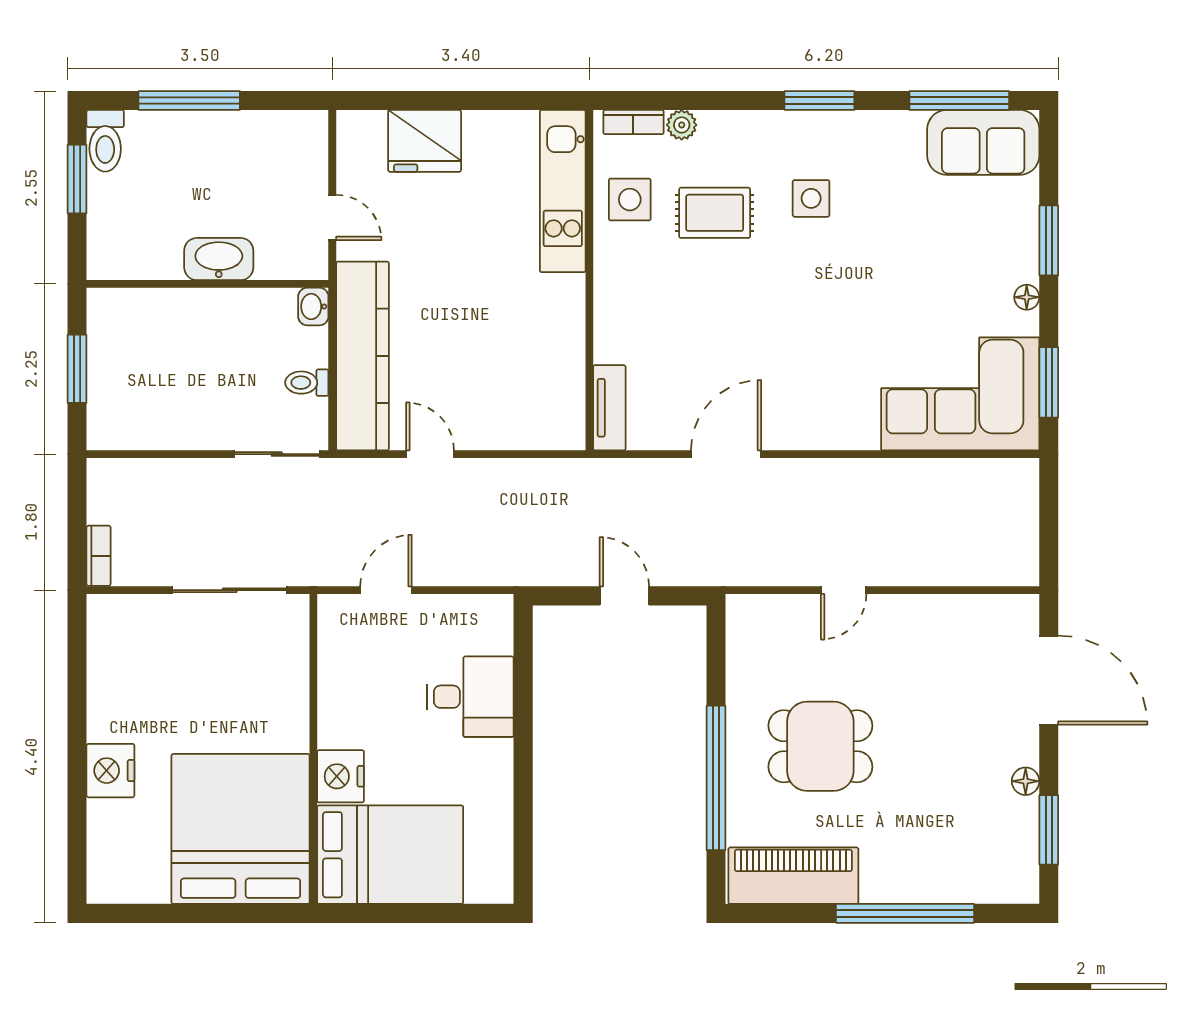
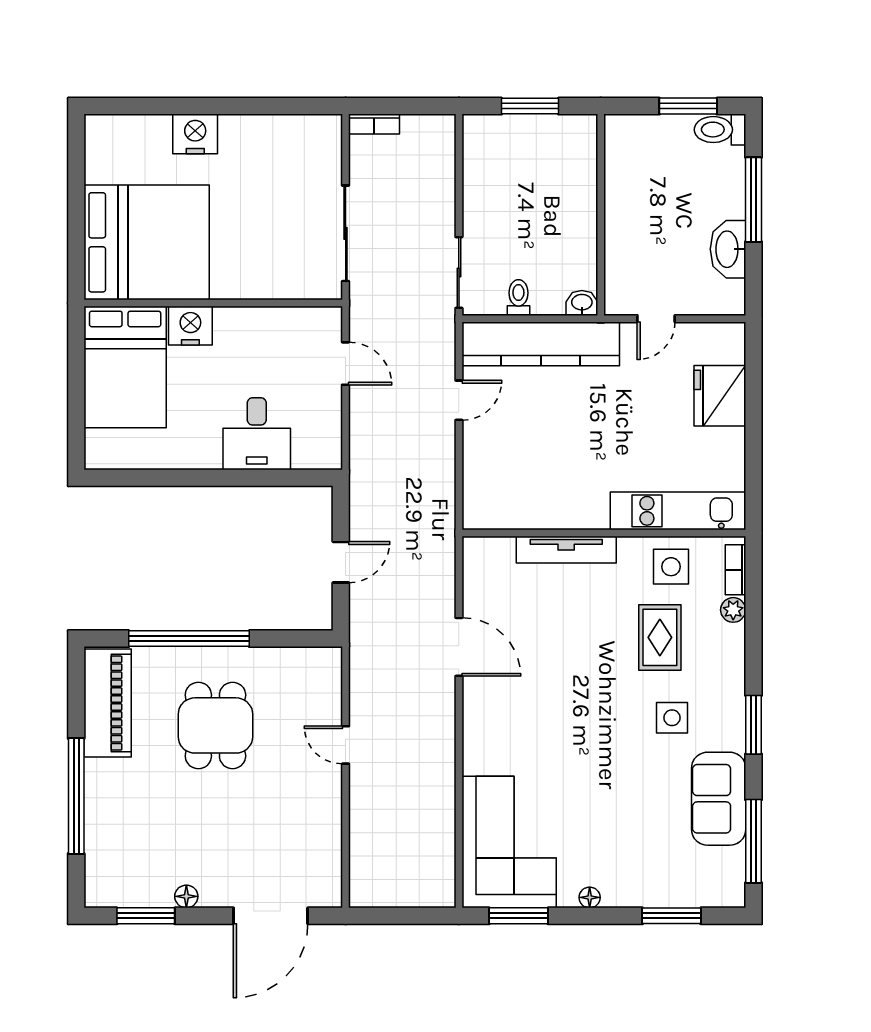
sofa: (983, 142) -> (719, 799), moved
window: (1049, 240) -> (672, 916), moved
washbasin: (219, 259) -> (728, 249), moved, turned 180
tv unit: (609, 408) -> (566, 550), moved, width x1.41

